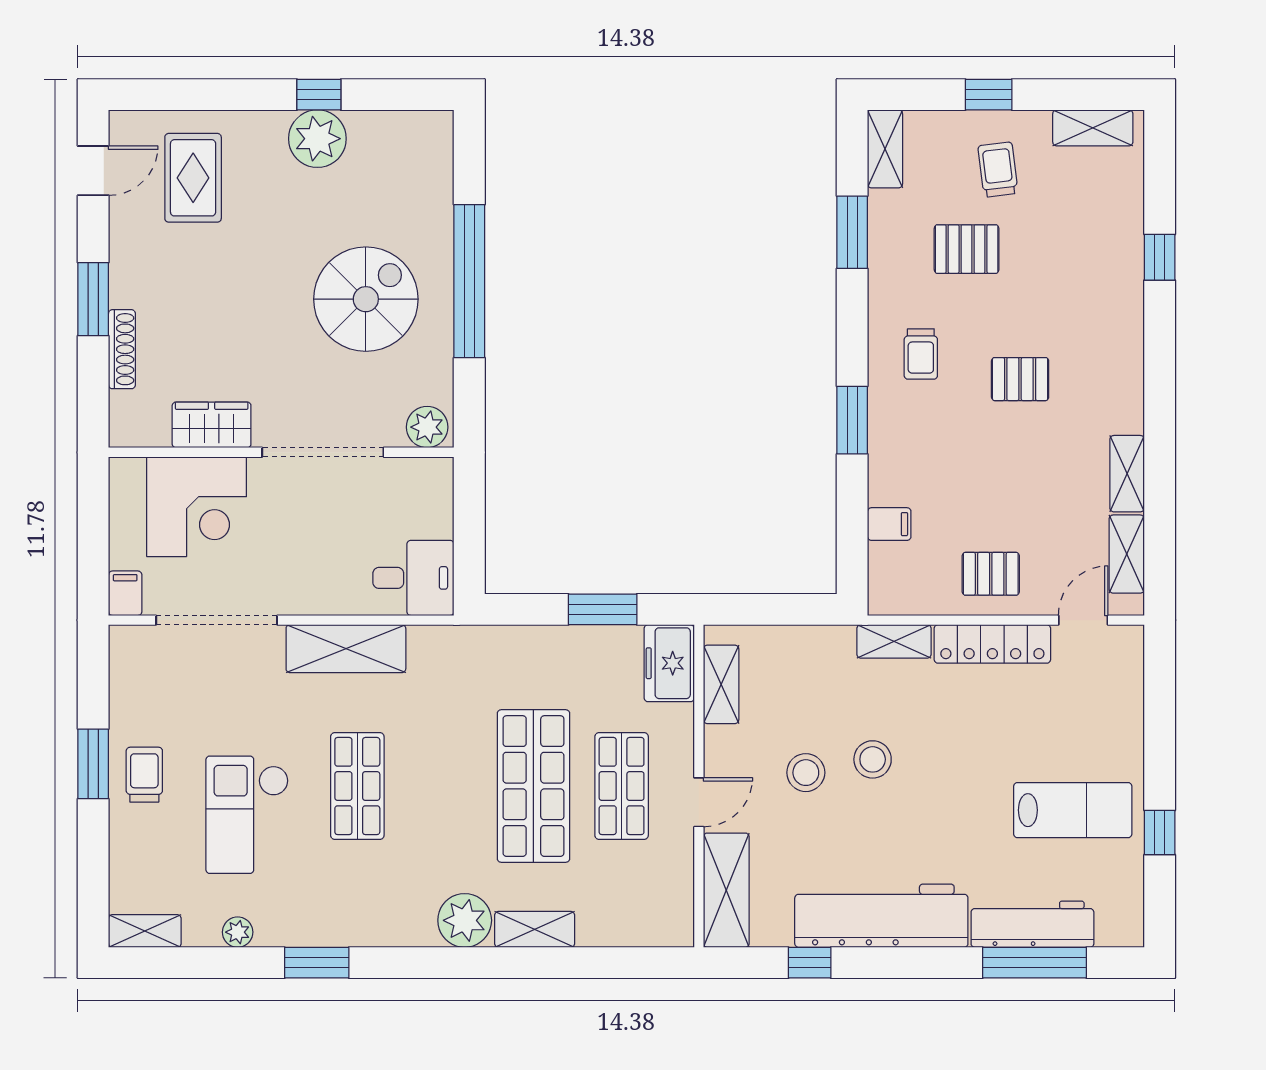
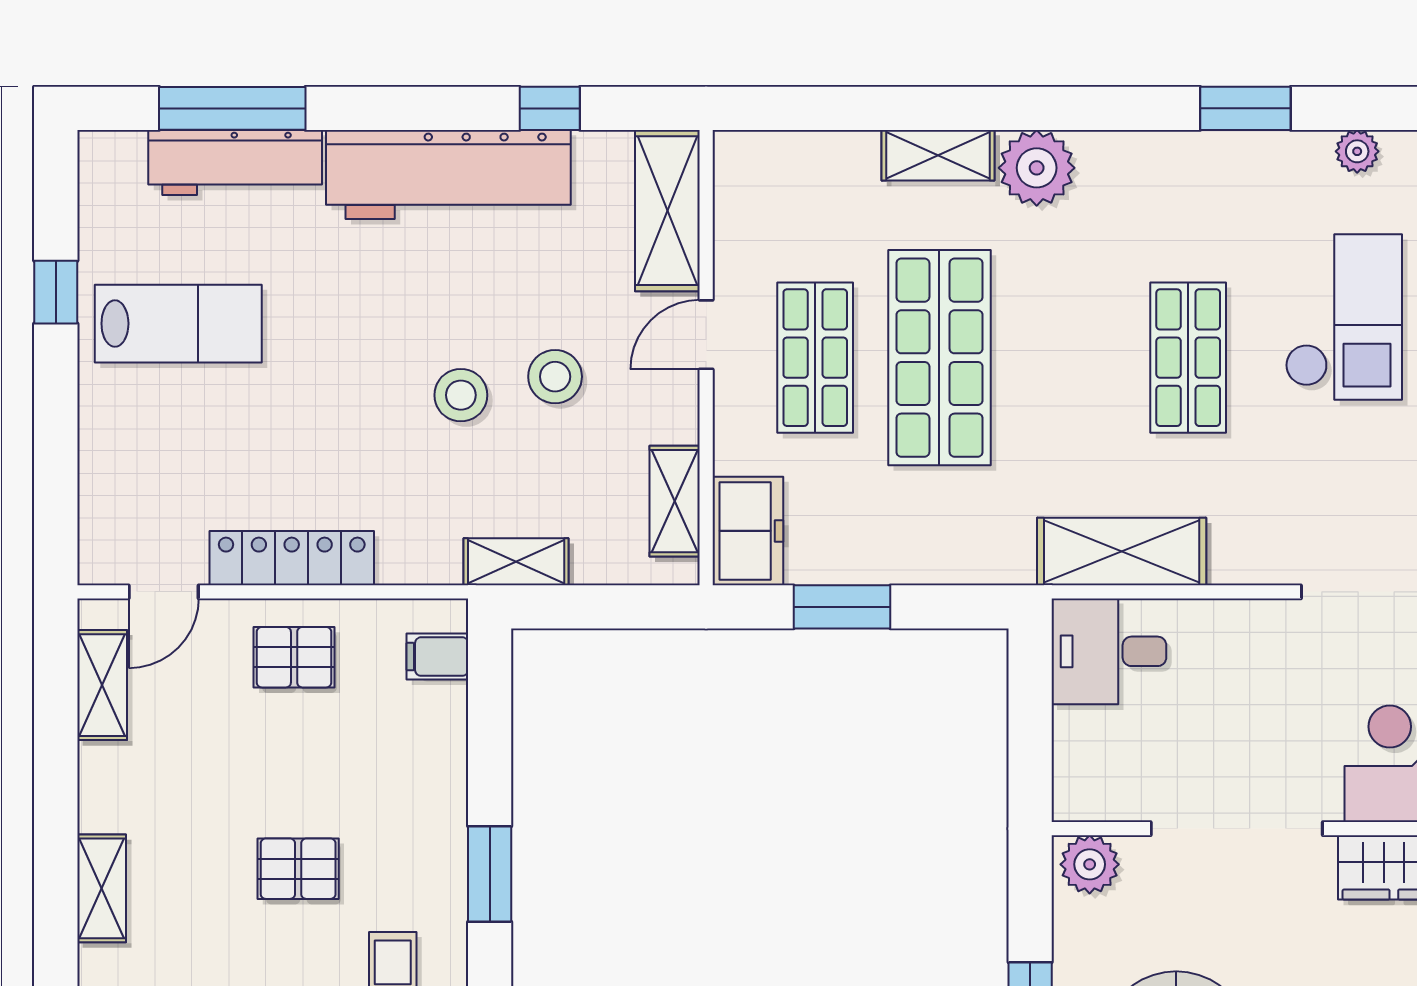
pallet: (1020, 379) -> (298, 869), moved
shelving: (1127, 474) -> (102, 888), moved
filing cabinet: (889, 524) -> (437, 657), moved
shelving: (894, 641) -> (516, 562), moved
shelving: (346, 649) -> (1122, 552), moved
lab bench: (1073, 810) -> (178, 324), turned 180

